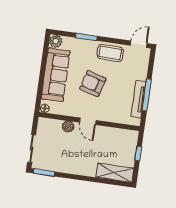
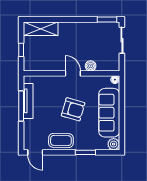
door: (139, 44) -> (35, 152), hinge flipped

